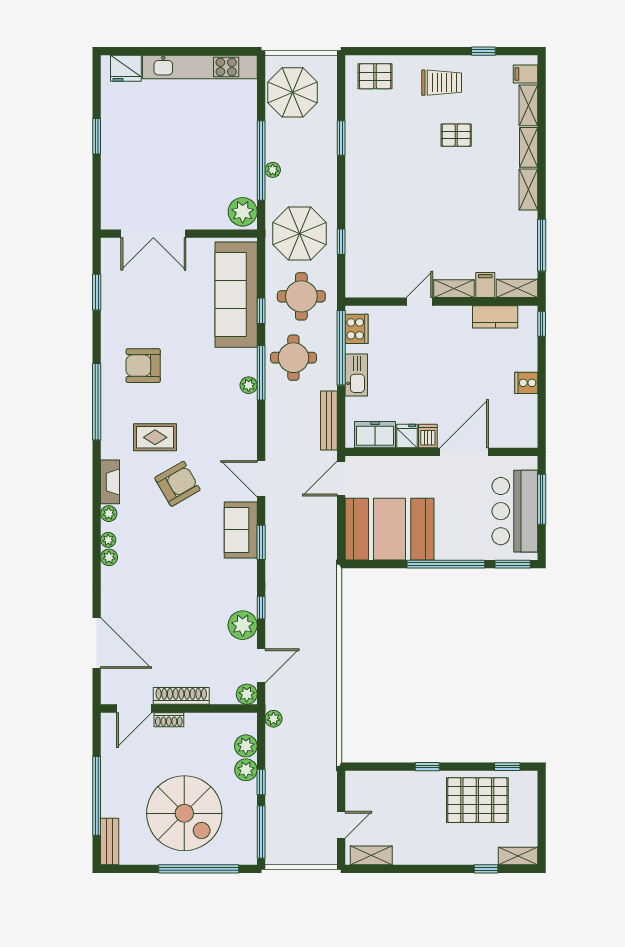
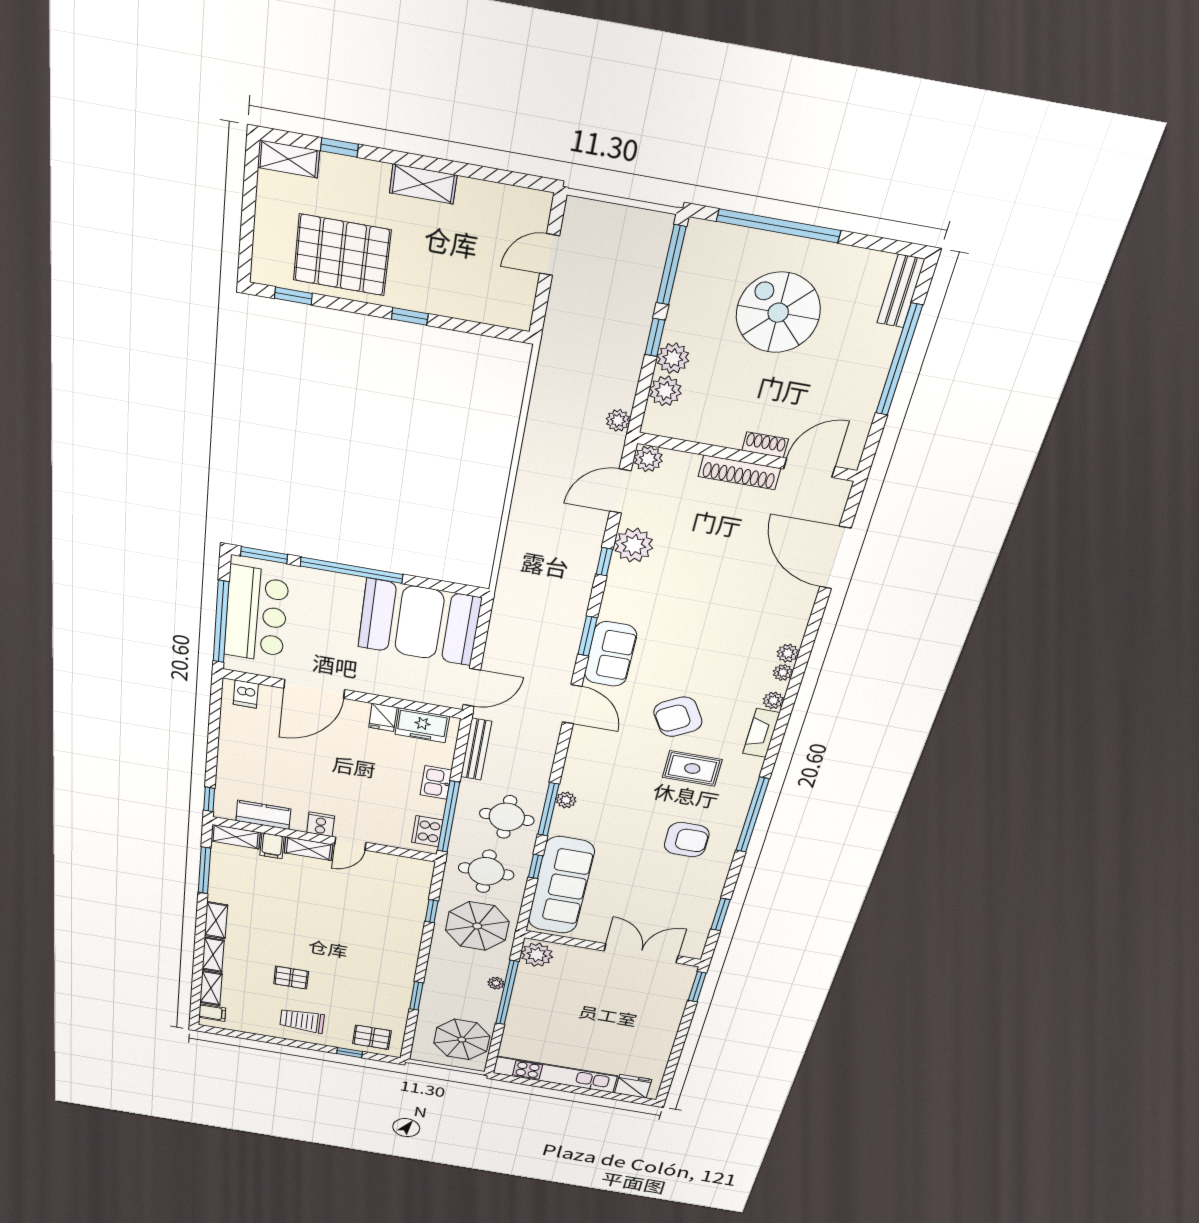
window: (483, 51) -> (350, 1053), moved
window: (97, 136) -> (697, 987), moved
kitchen sink: (356, 375) -> (436, 783), width x0.73
cooker: (526, 383) -> (321, 824), moved, turned -90
dishwasher: (428, 436) -> (246, 694), moved
window: (542, 499) -> (221, 622), width x1.46
spiral stairs: (184, 813) -> (778, 313), width x0.73, depth x0.73
shelving: (371, 855) -> (423, 184), moved

